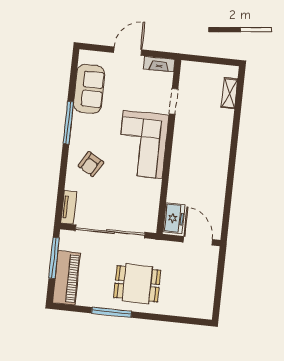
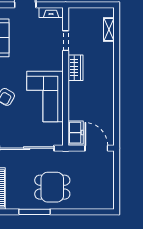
wardrobe: (182, 137) -> (76, 68), added
corner sofa: (143, 144) -> (45, 97), moved

